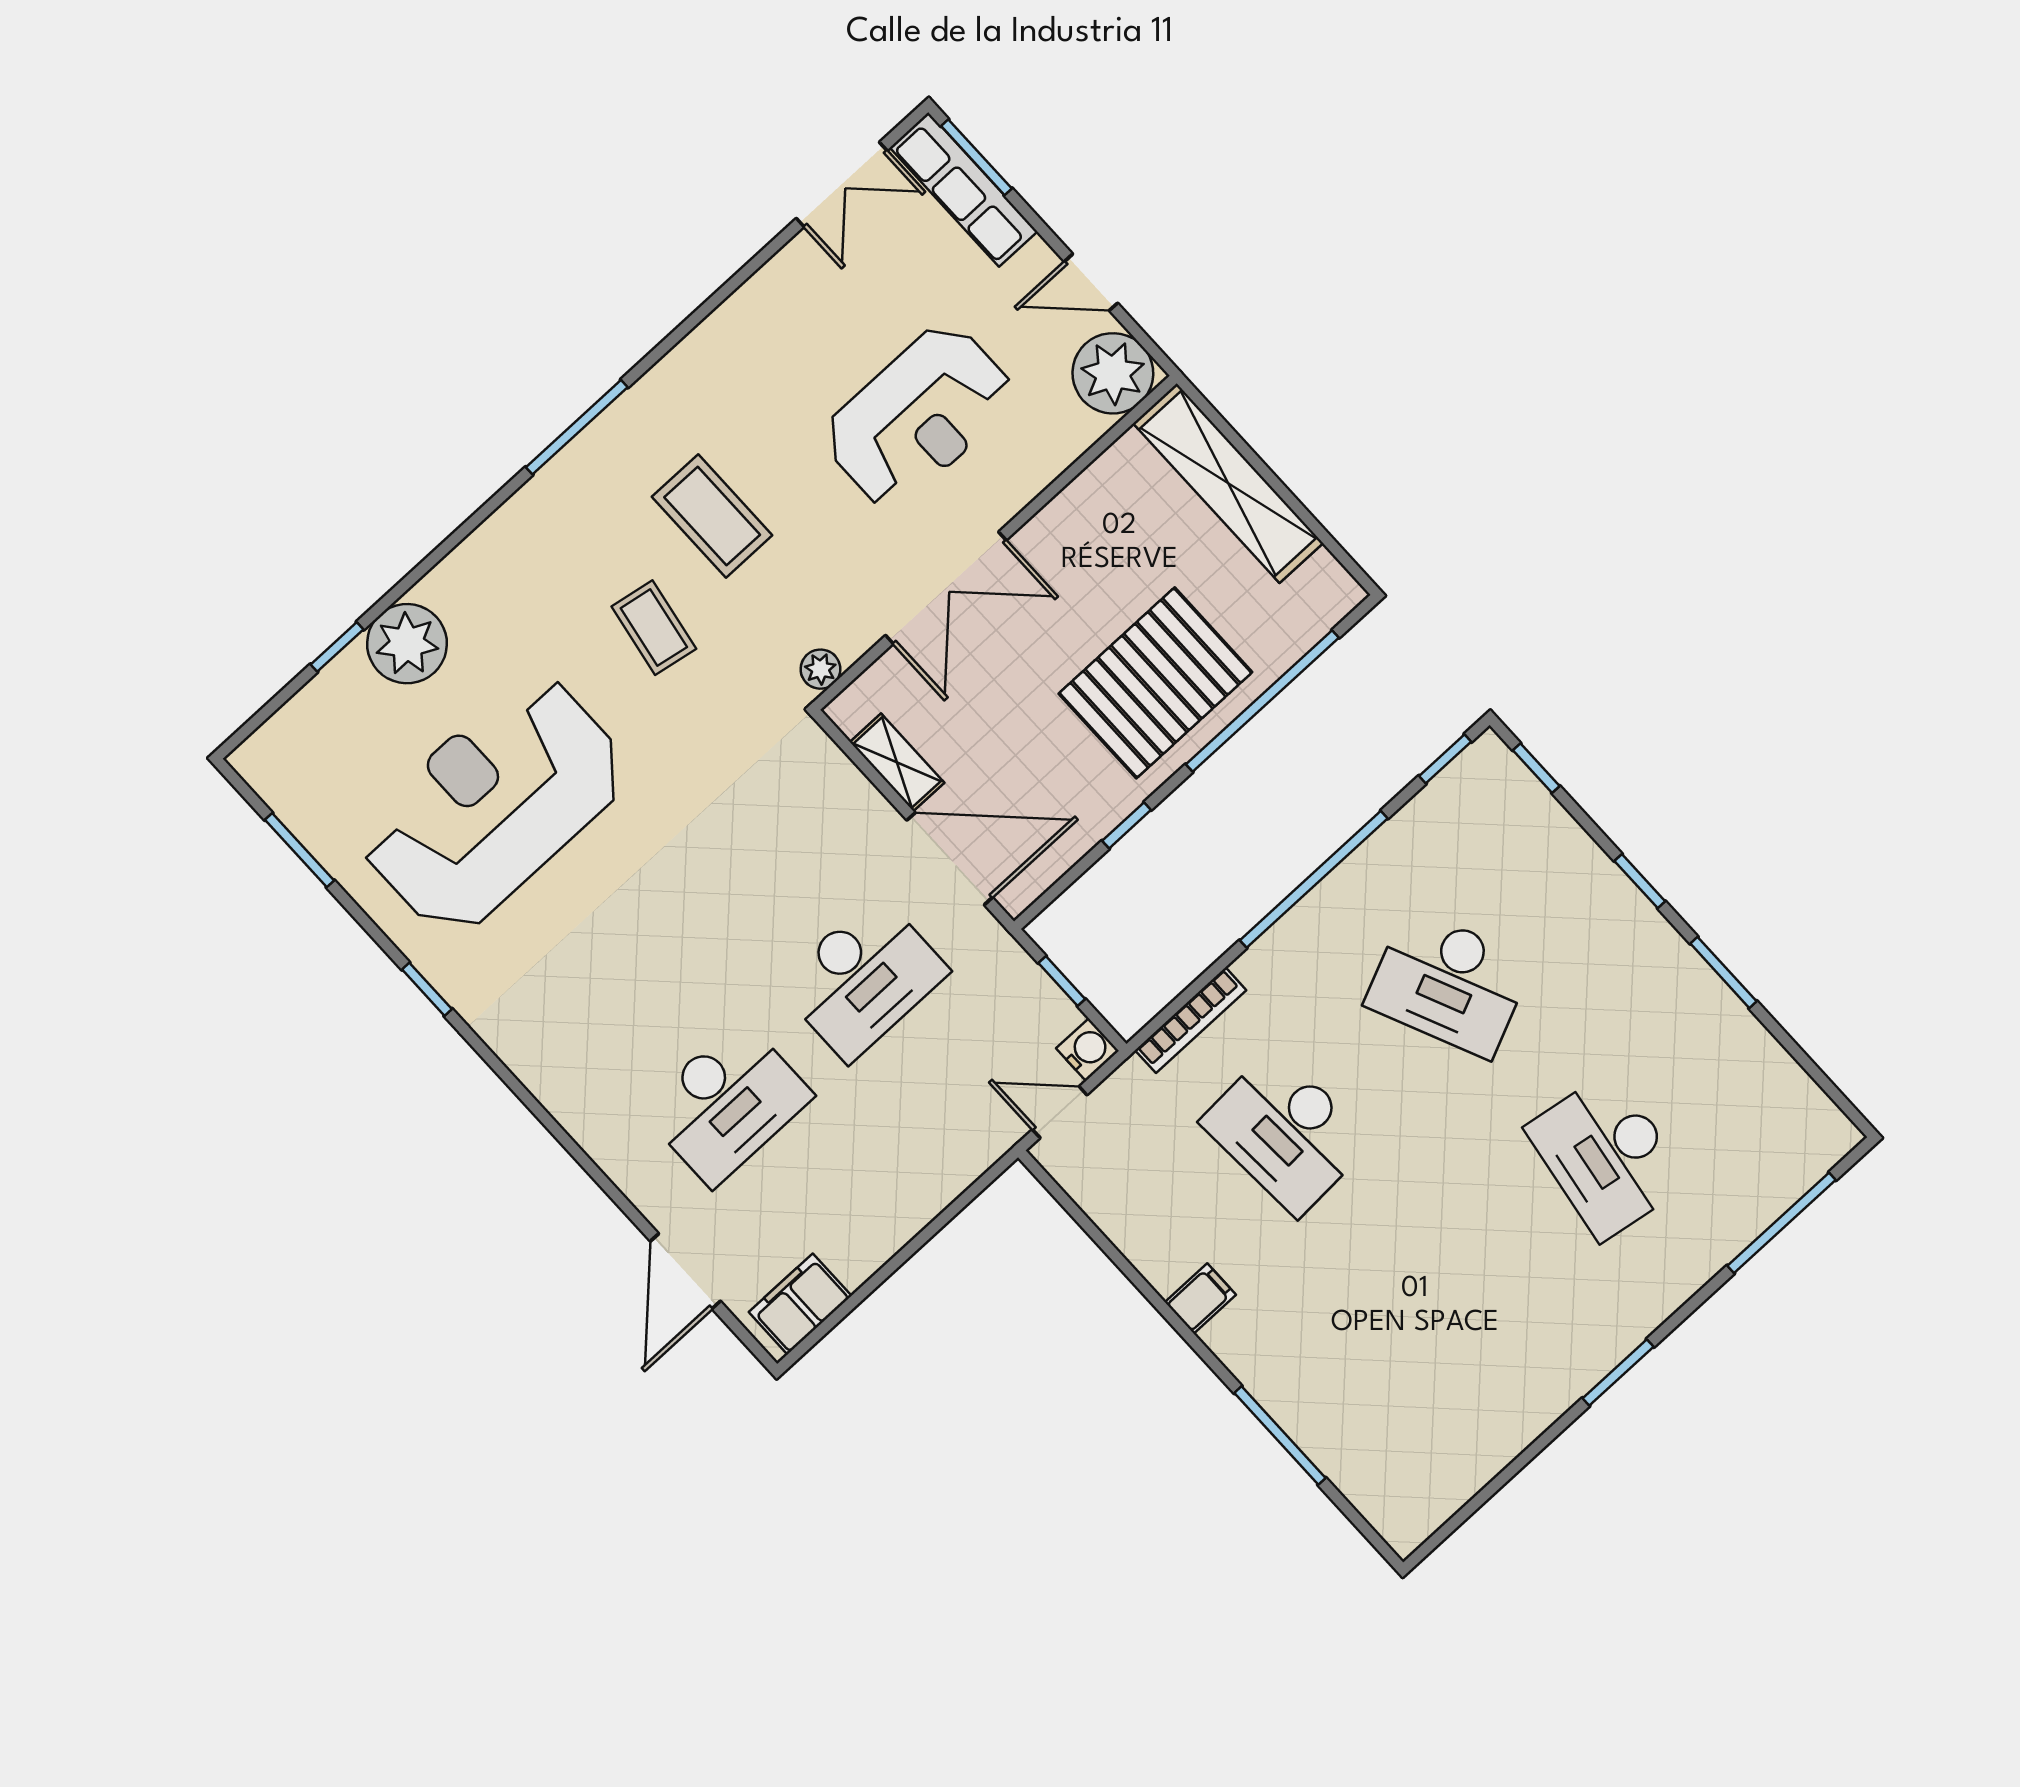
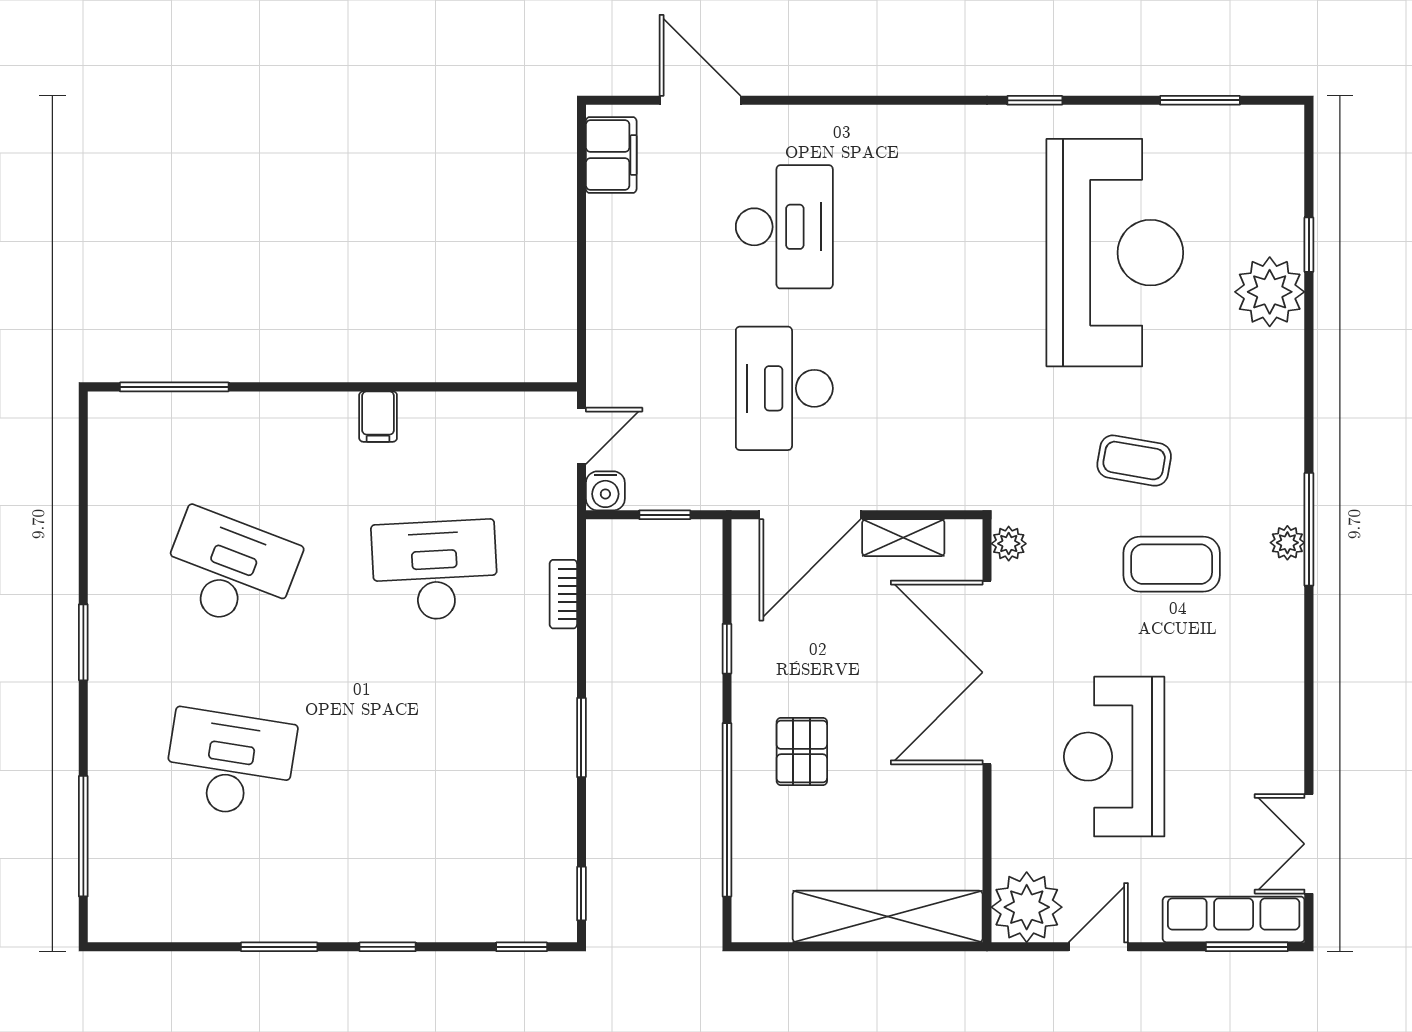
plant: (605, 435) -> (1287, 543), added
double door: (946, 588) -> (987, 672), width x1.36
pallet: (1155, 683) -> (802, 752), width x0.49, depth x0.50
window: (1314, 879) -> (581, 738), width x0.47
desk: (1449, 983) -> (230, 570), moved, turned 45
bookcase: (1191, 1020) -> (563, 594), width x0.64
desk: (727, 1103) -> (784, 227), turned 180
window: (1280, 1435) -> (174, 387), moved

